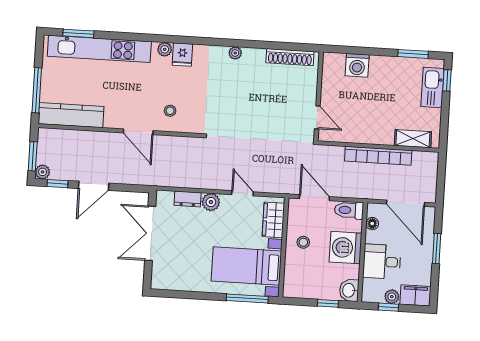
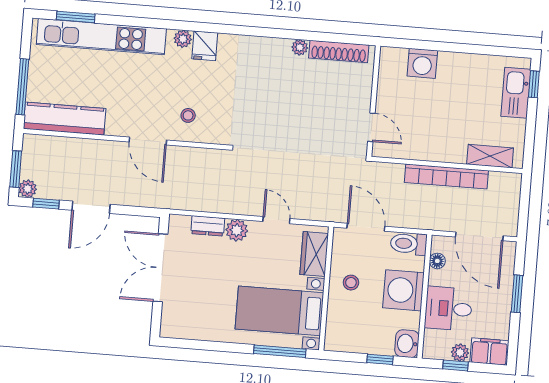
plant: (235, 53) -> (300, 47), moved
window: (413, 54) -> (492, 50), removed

